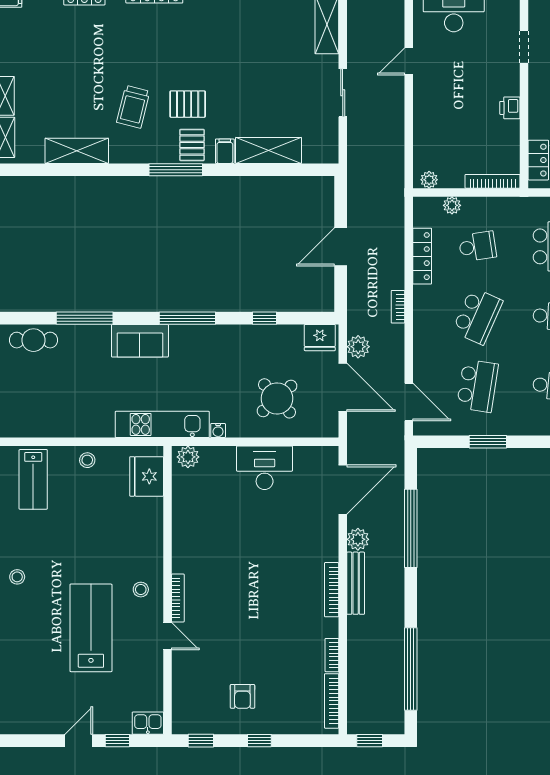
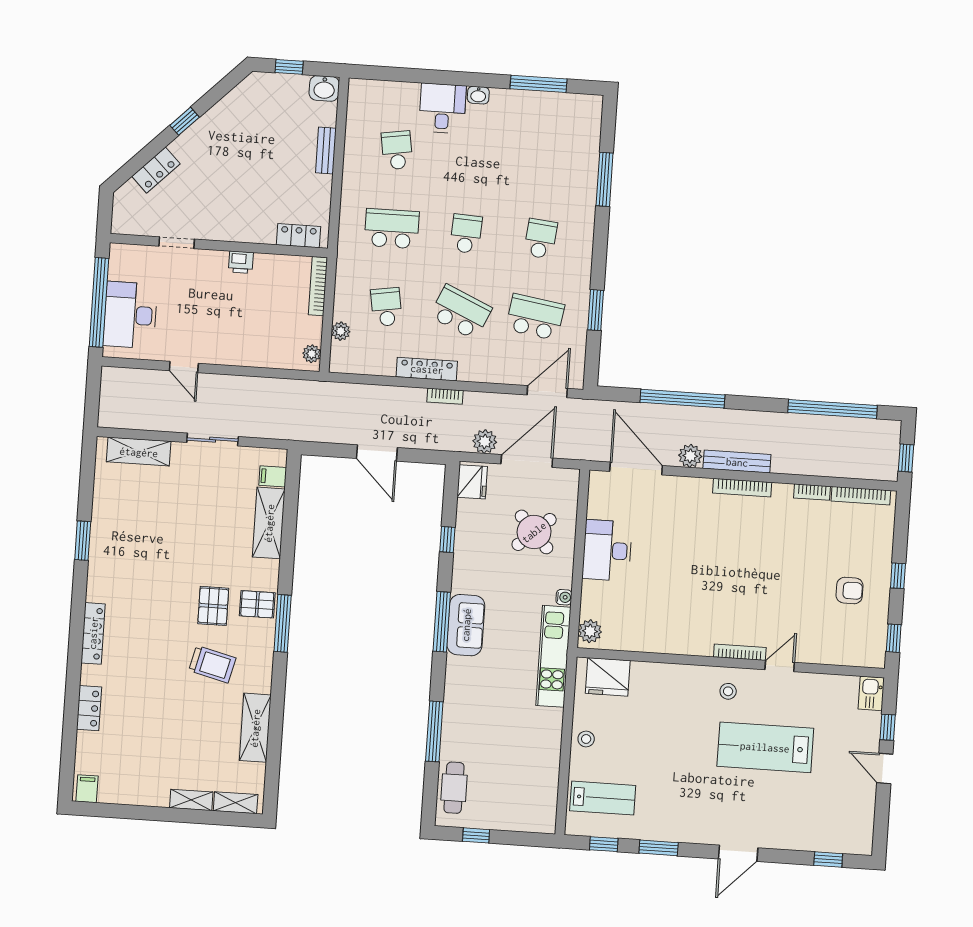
filing cabinet: (225, 151) -> (273, 476), moved
locker: (422, 256) -> (427, 369), moved
sofa: (140, 341) -> (466, 625), moved
stool: (17, 577) -> (706, 822), removed

